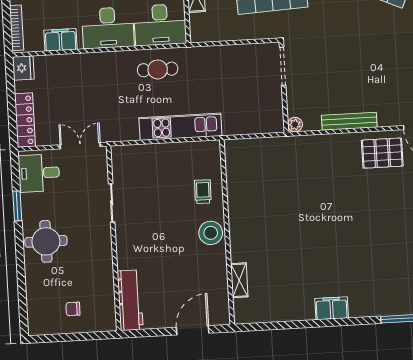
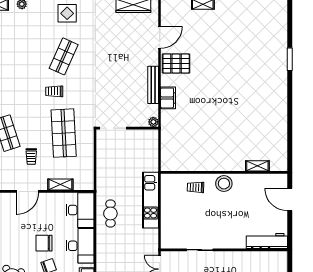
pallet: (382, 153) -> (176, 64), turned 90
filing cabinet: (332, 308) -> (168, 98), moved, turned 180

